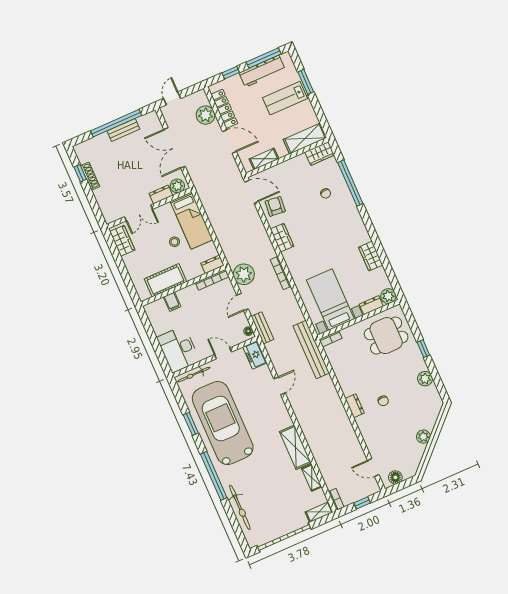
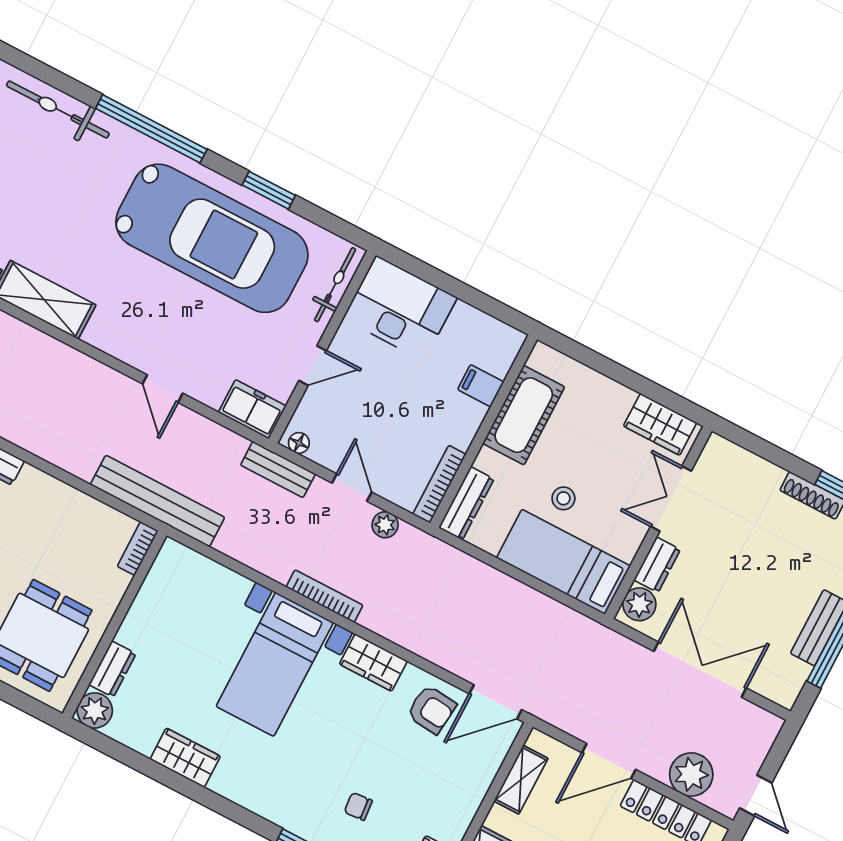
door: (172, 98) -> (756, 796), moved
dresser: (212, 264) -> (466, 503), width x1.44
plant: (244, 274) -> (385, 525), width x0.53, depth x0.53
bed with nightstands: (330, 300) -> (275, 664), moved, turned 90

